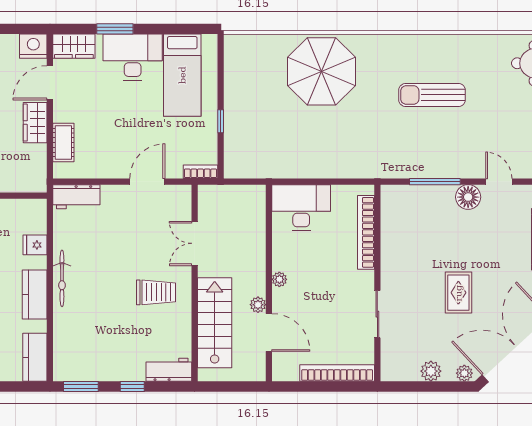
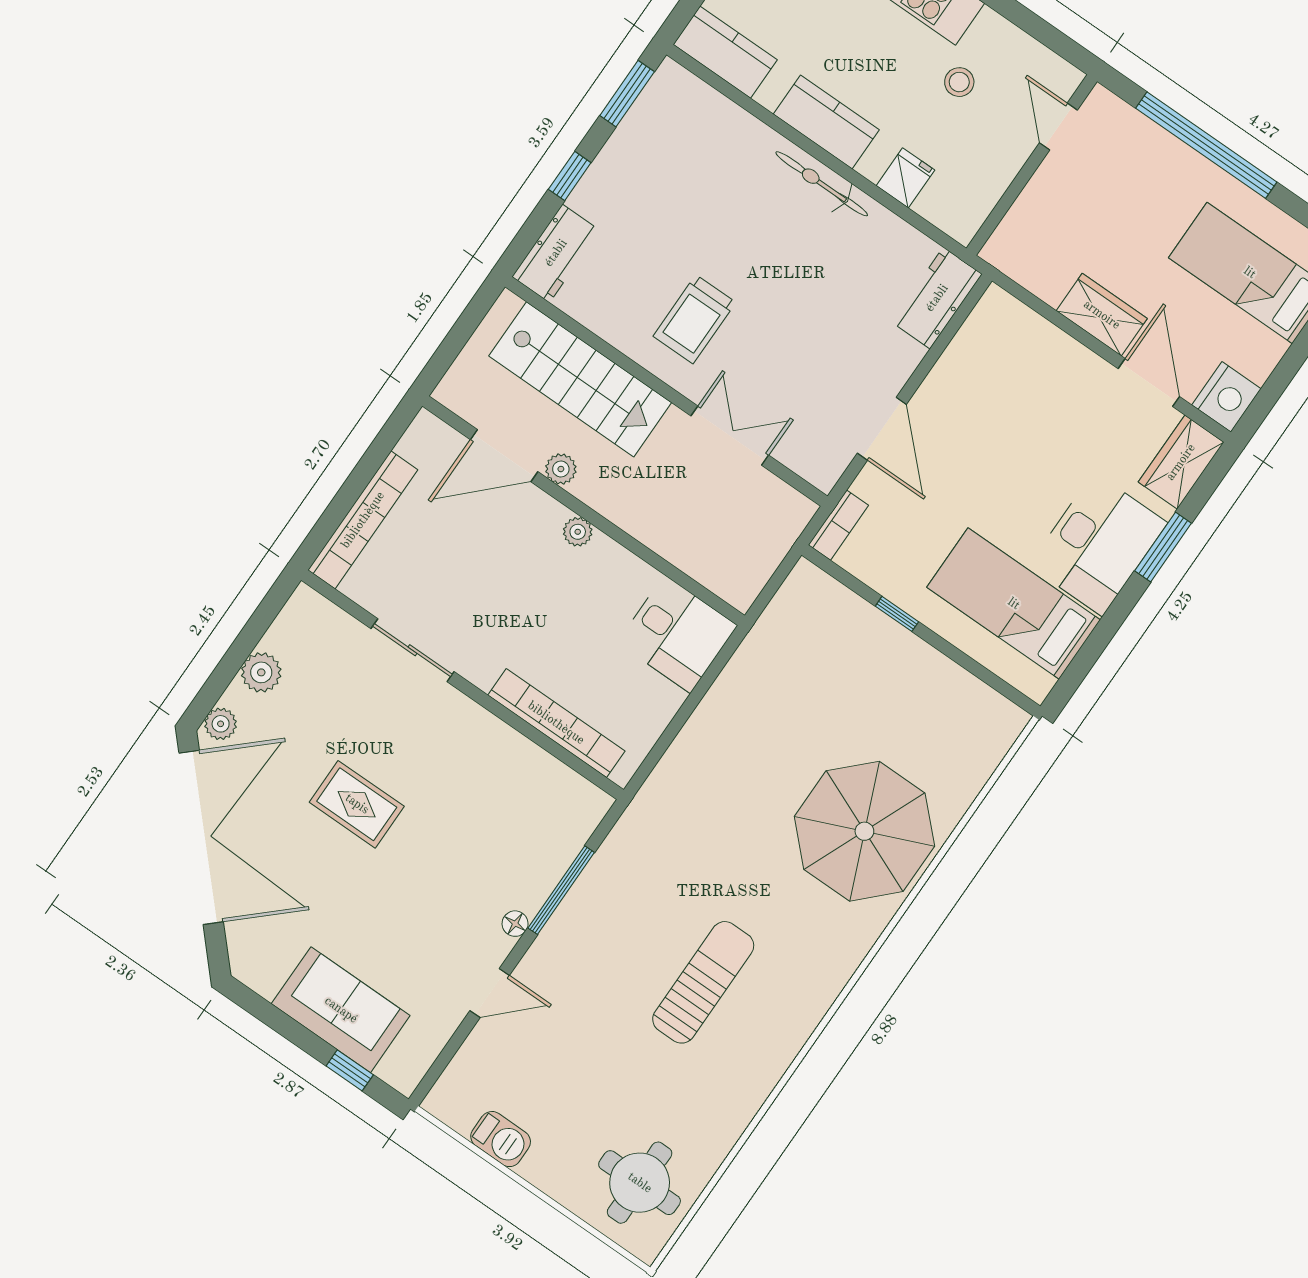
cot: (63, 143) -> (1038, 338), removed
floor lamp: (468, 197) -> (515, 924), width x0.53, depth x0.53
desk: (301, 208) -> (677, 634), width x0.73

